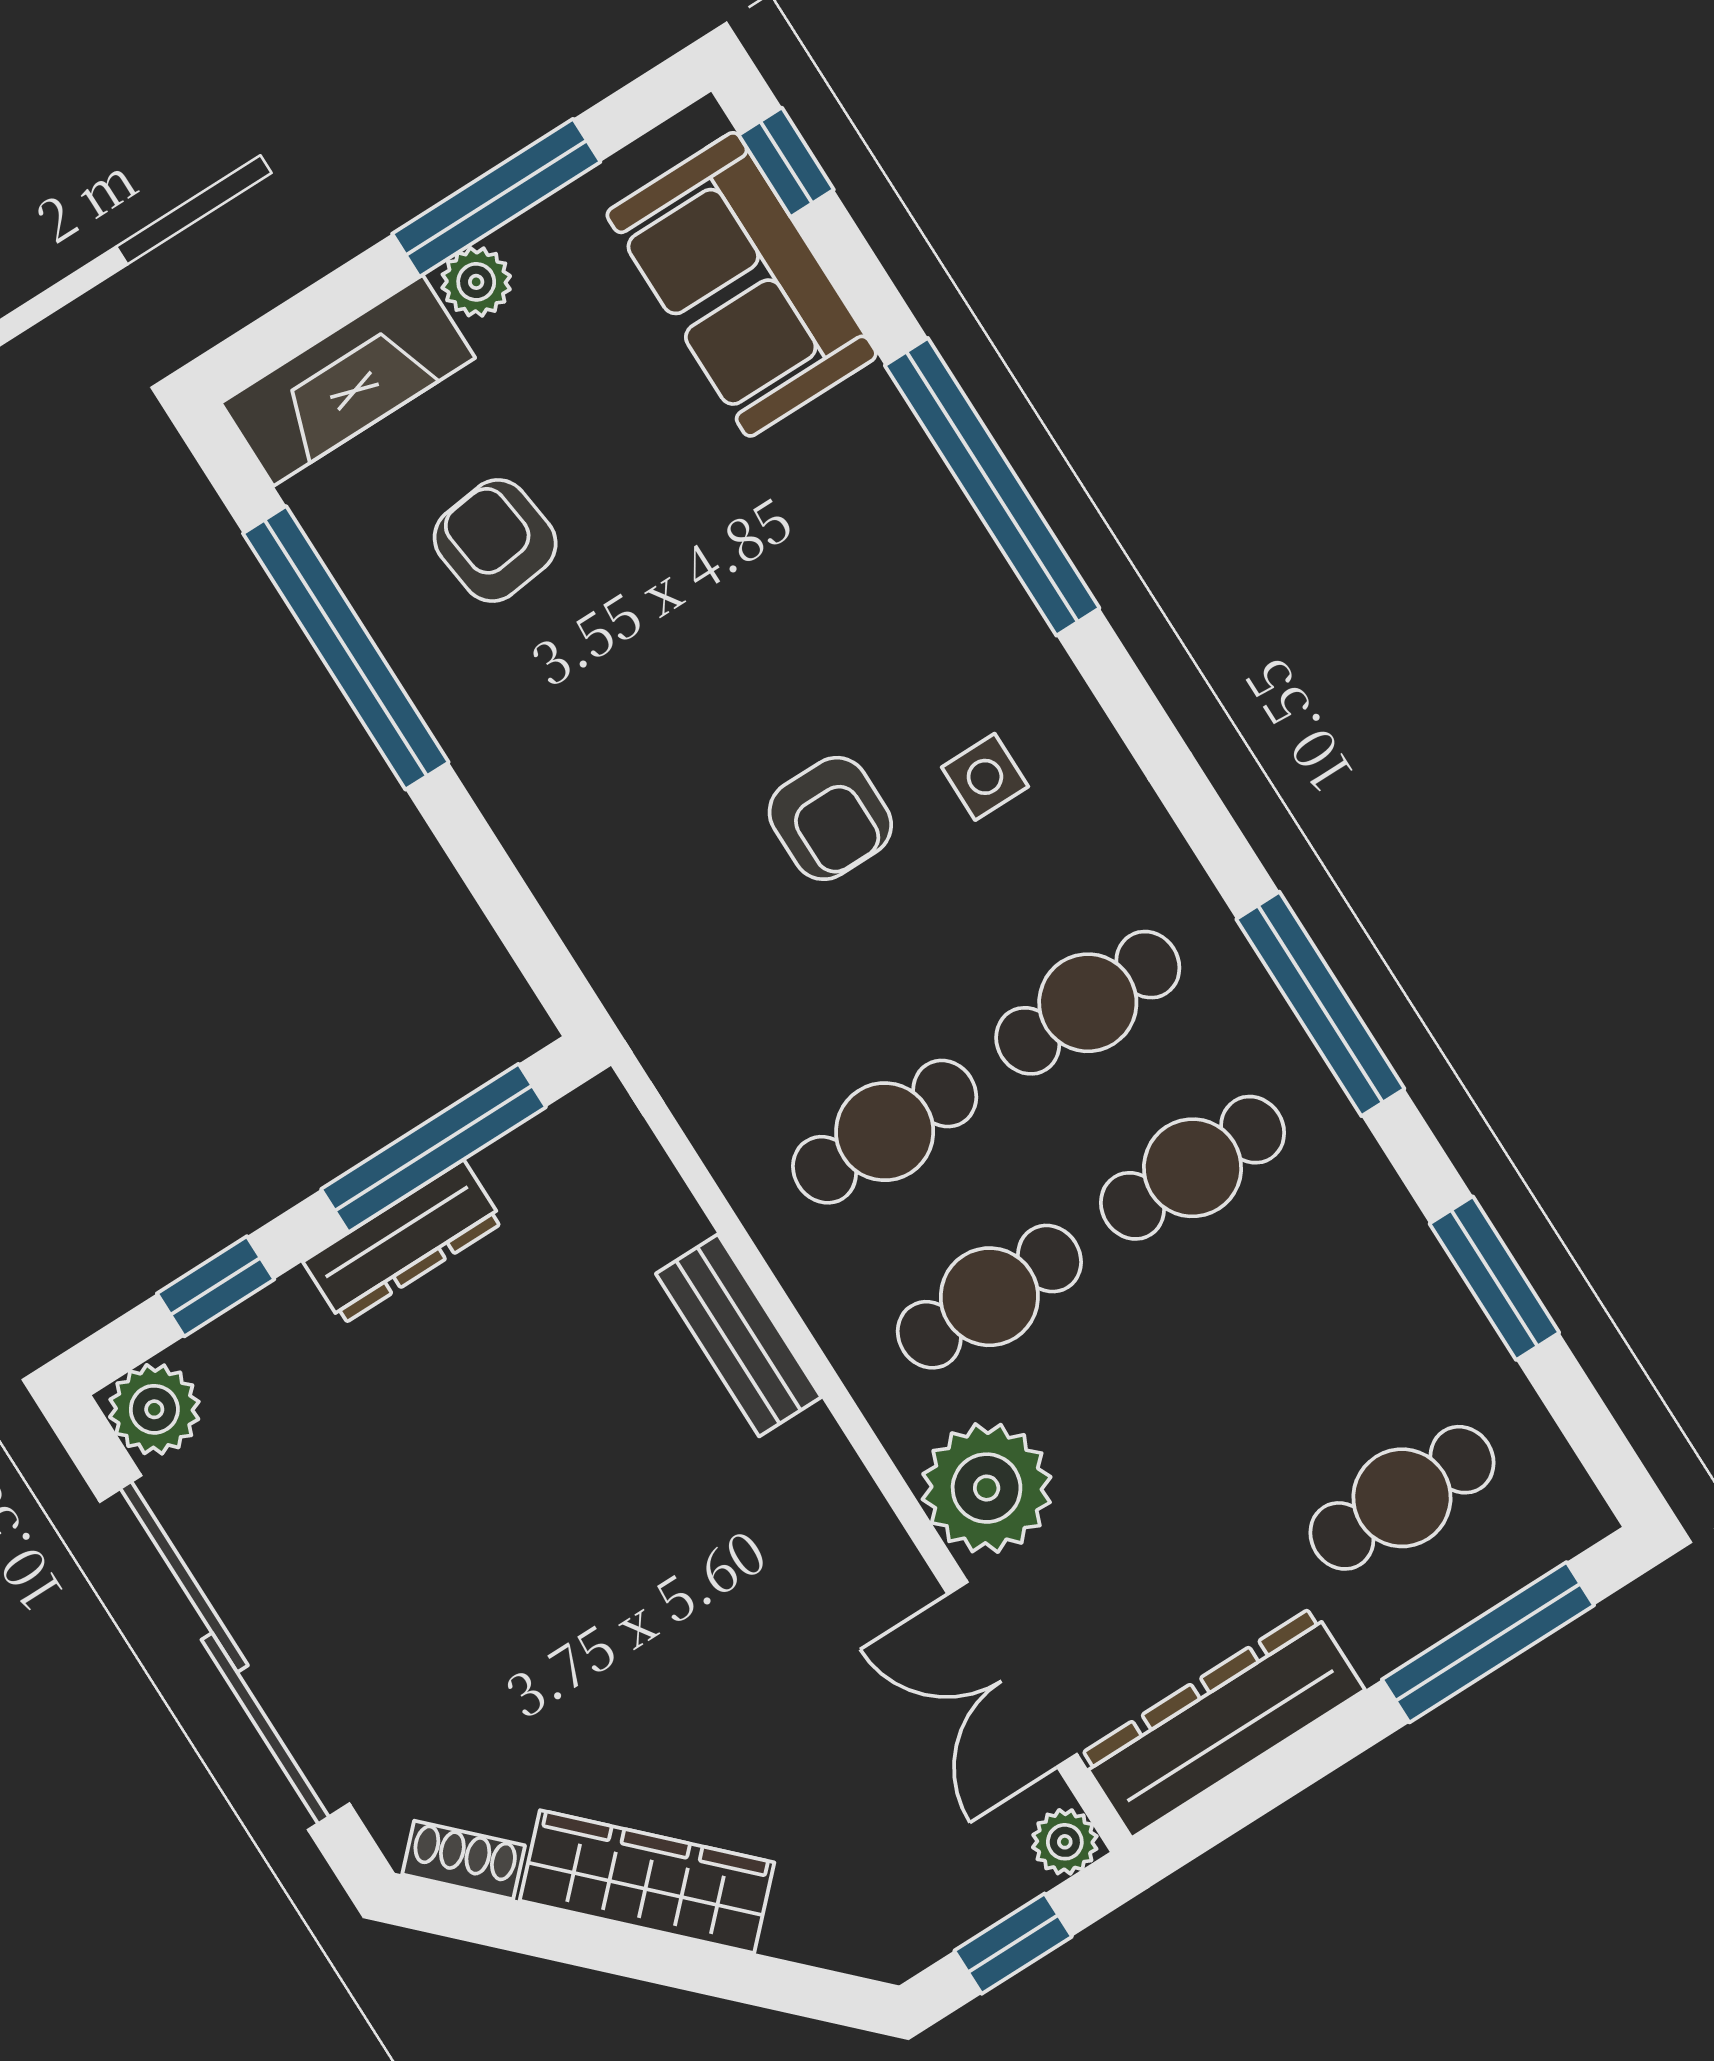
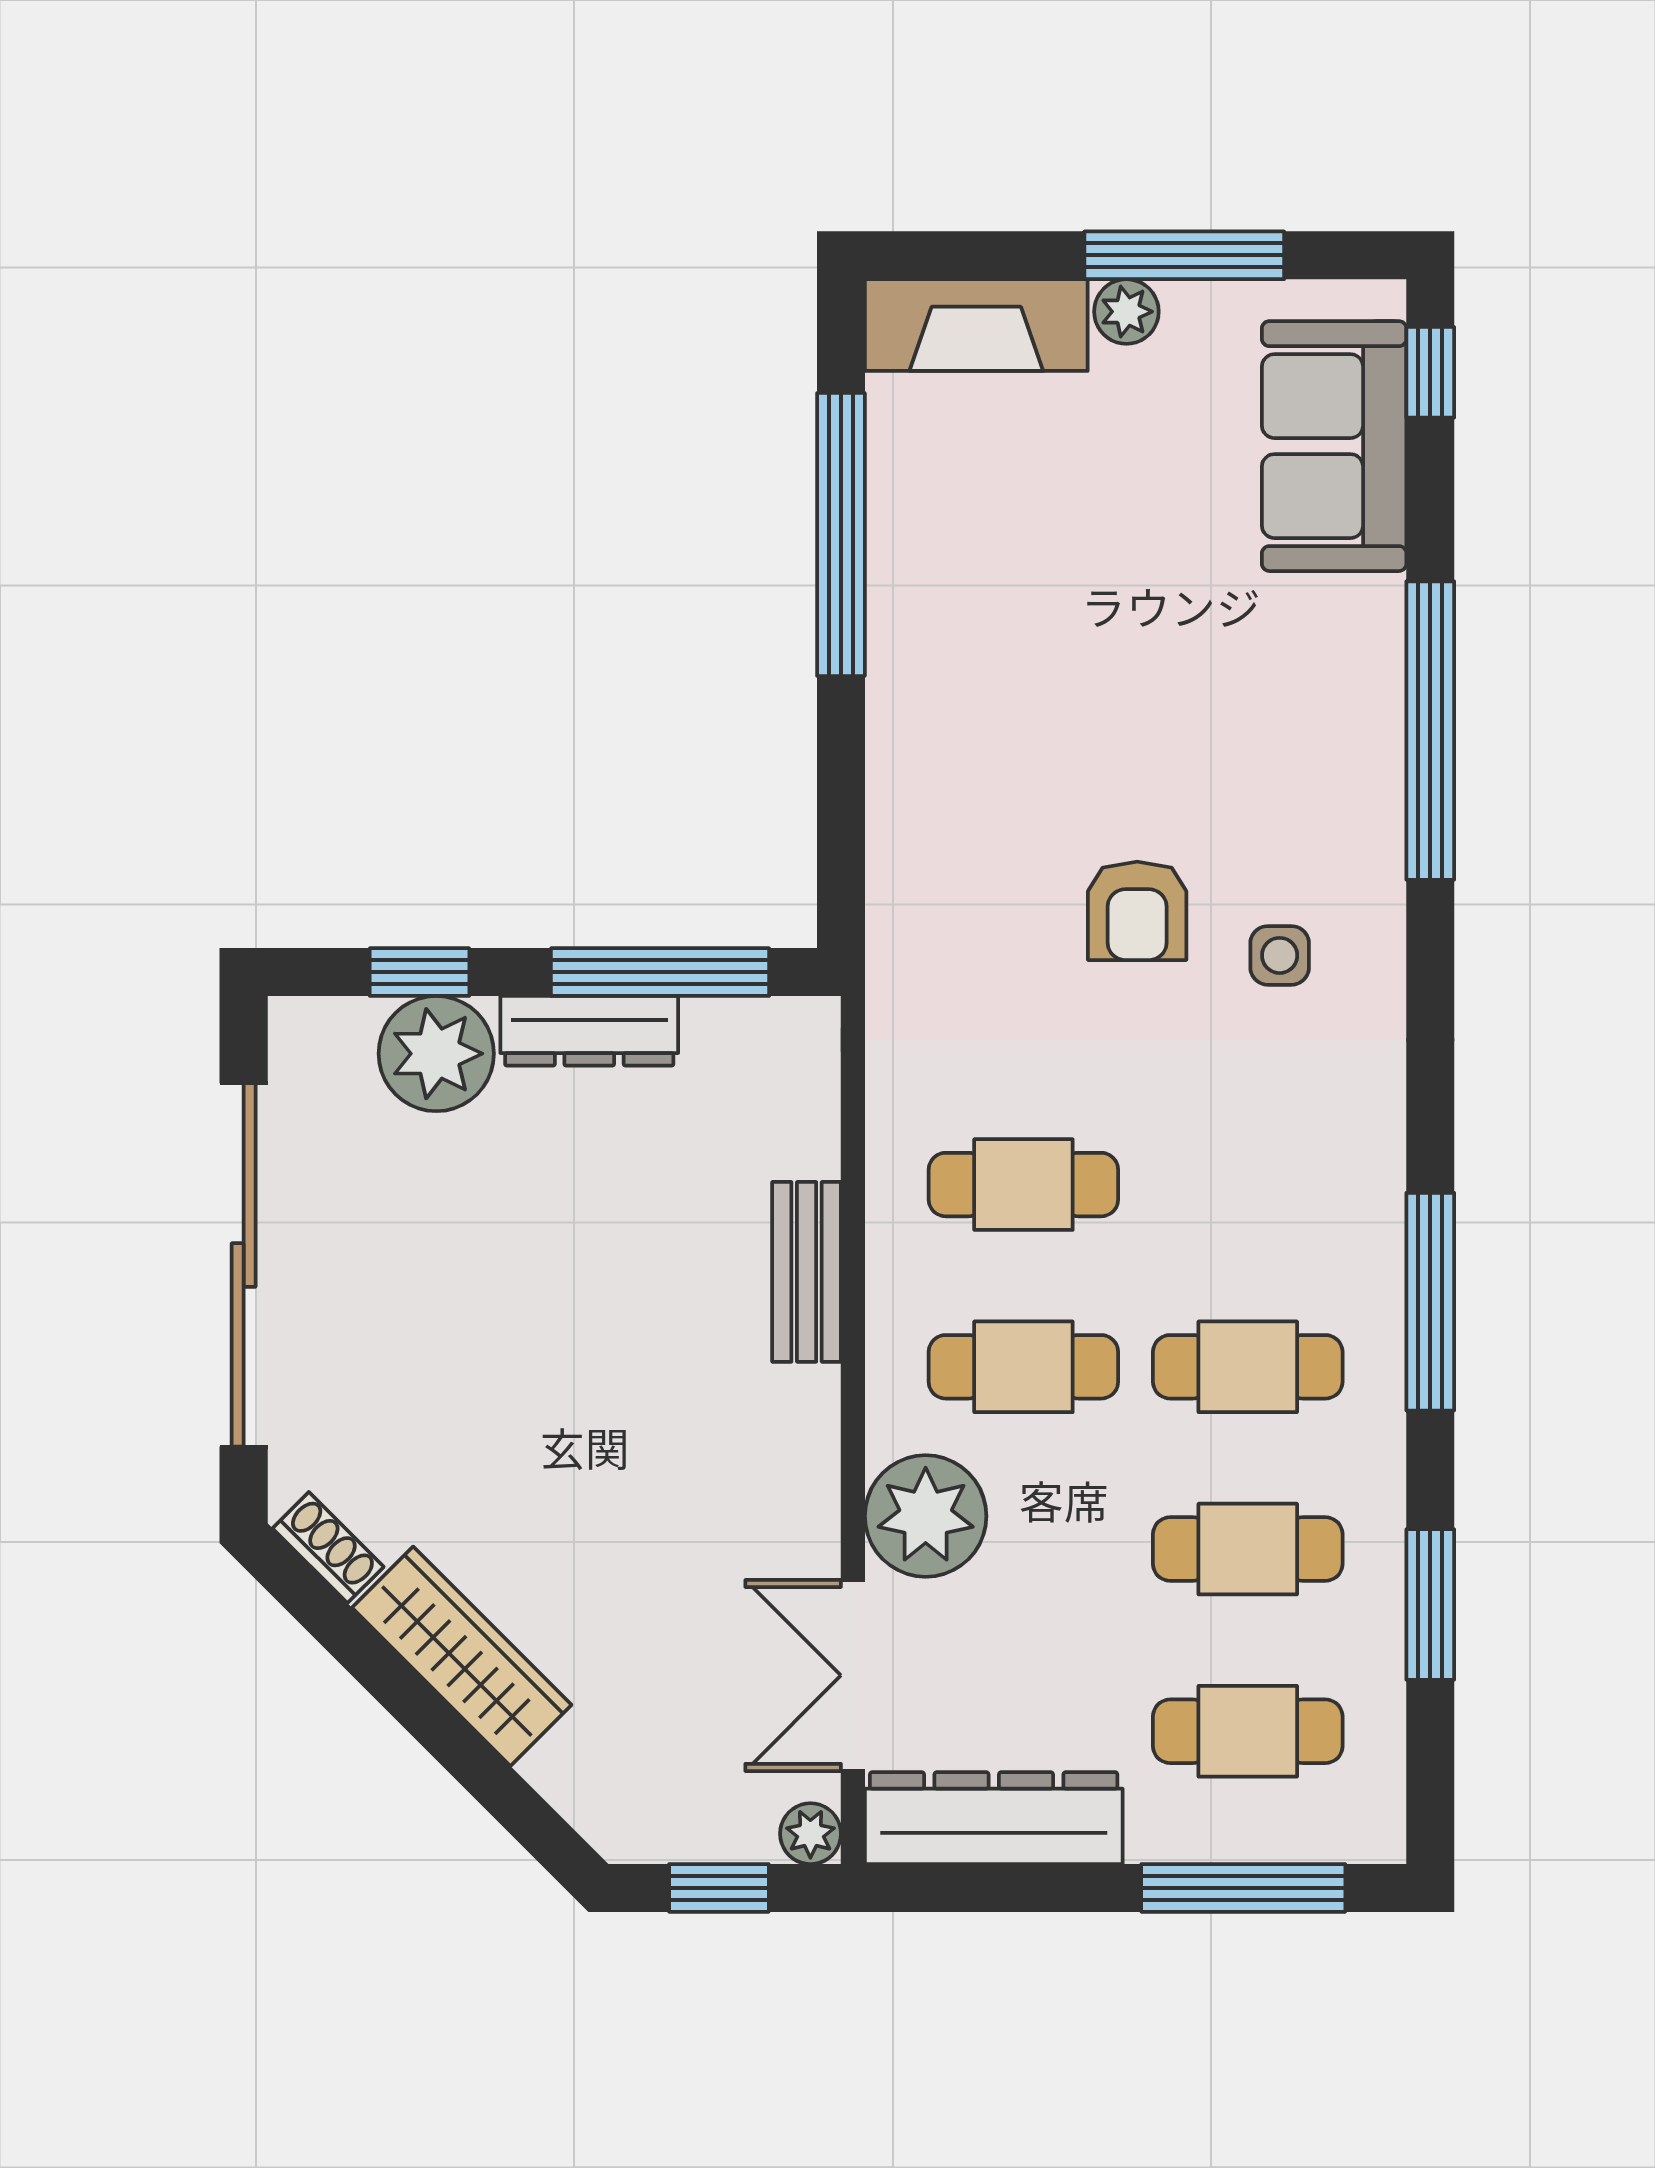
armchair: (495, 540) -> (1012, 525), removed
cafe table: (1088, 1003) -> (1248, 1549), moved
plant: (154, 1409) -> (436, 1054), moved, width x1.36, depth x1.36

